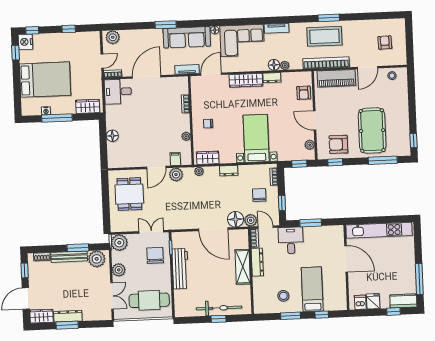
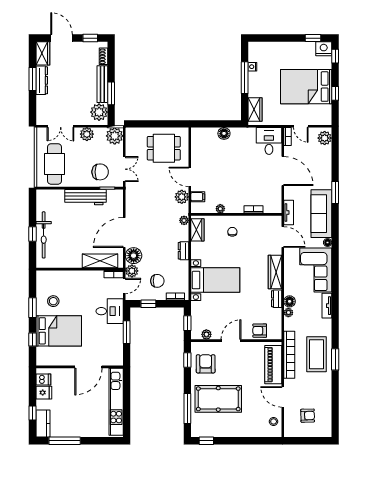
bed: (45, 80) -> (306, 87), moved, turned 90
dresser: (257, 262) -> (89, 276), removed
shelving: (243, 267) -> (100, 261), moved
bed: (312, 289) -> (59, 331), width x1.50

